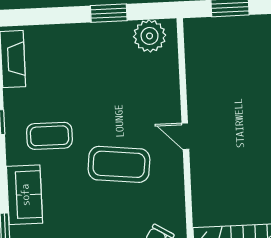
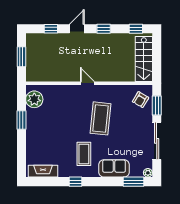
door: (185, 136) -> (87, 83), swing flipped

